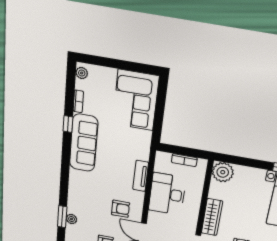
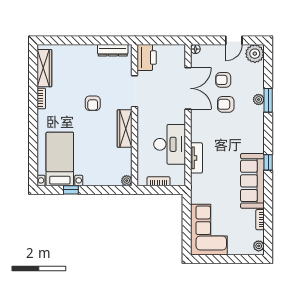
window: (68, 124) -> (268, 162), moved
plant: (223, 172) -> (127, 181), width x0.53, depth x0.53
armchair: (121, 209) -> (226, 104), moved

